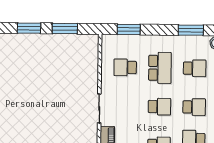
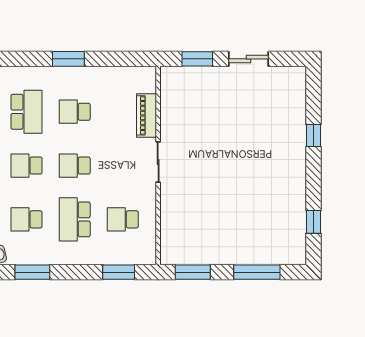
window: (29, 28) -> (257, 272), width x1.44
window: (65, 29) -> (193, 272), moved
school desk: (125, 67) -> (123, 219), turned 180

